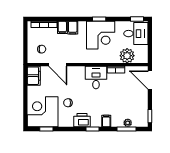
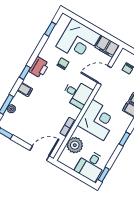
corner desk: (101, 35) -> (98, 120), moved, turned 180
desk: (96, 78) -> (77, 94), moved
corner desk: (43, 112) -> (78, 41), moved, turned 90

